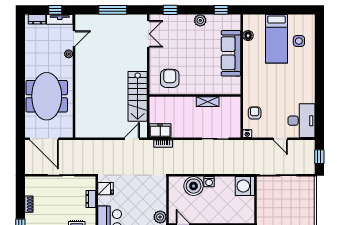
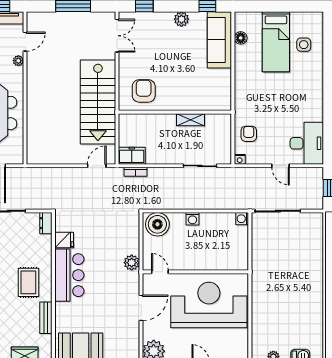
sofa: (231, 53) -> (219, 40), moved
stairs: (138, 96) -> (98, 102), width x1.36, depth x1.51
boiler: (194, 186) -> (157, 224), moved
washing machine: (245, 186) -> (242, 219), width x0.53, depth x0.53
fridge: (106, 189) -> (64, 240), moved
dresser: (91, 199) -> (46, 223), moved

